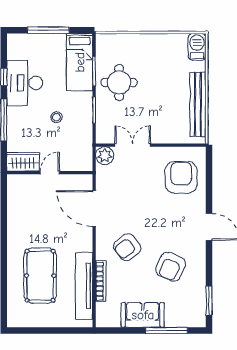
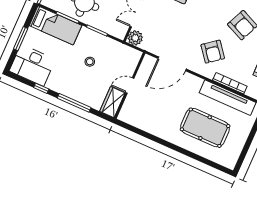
window: (48, 30) -> (21, 39), width x0.69
desk: (25, 83) -> (32, 65), moved
door: (50, 173) -> (130, 86), hinge flipped

